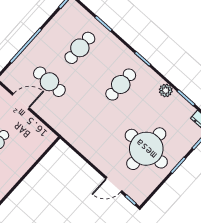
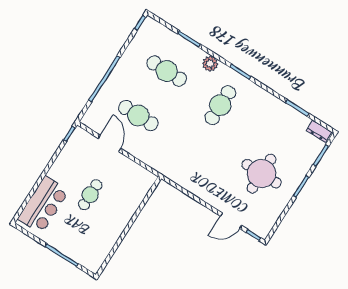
cafe table: (80, 48) -> (167, 71), turned 90
plant: (166, 90) -> (210, 64), moved
door: (21, 101) -> (109, 143), hinge flipped
round table: (146, 149) -> (262, 174), width x0.73, depth x0.73

